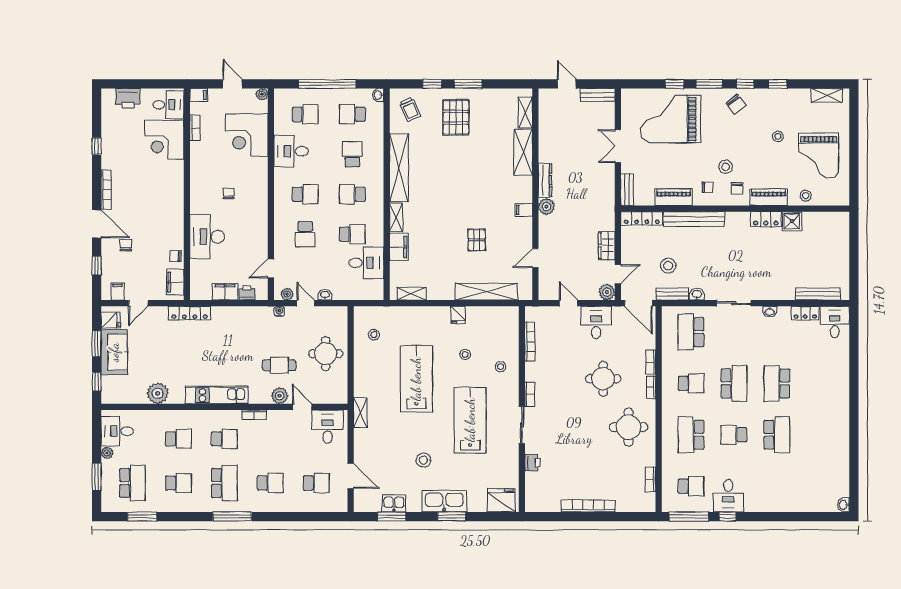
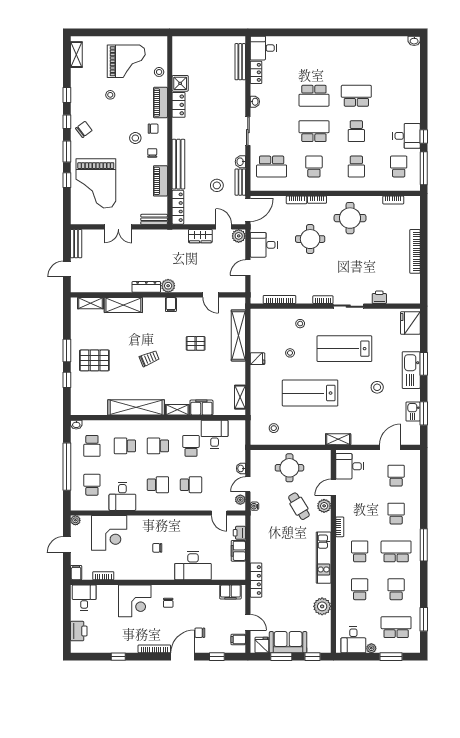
trolley: (410, 109) -> (149, 358), moved
corner desk: (164, 140) -> (135, 601), moved
school desk: (305, 194) -> (158, 485), turned 90
school desk: (352, 194) -> (158, 446), turned 90
chair: (175, 256) -> (168, 603), moved
cafe table: (279, 365) -> (299, 506), turned -31
school desk: (691, 435) -> (356, 166), width x0.54

